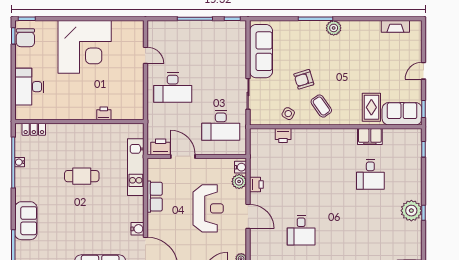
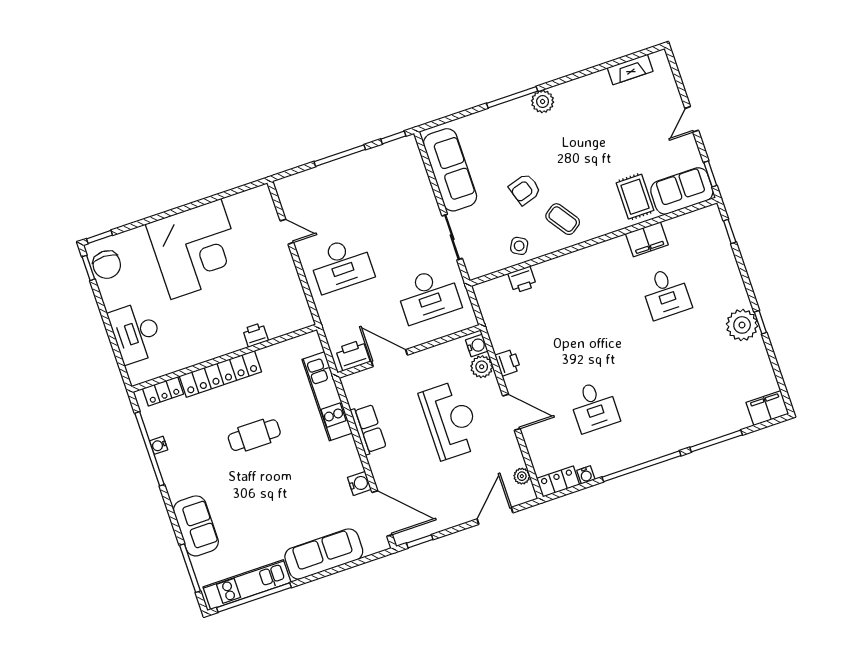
locker: (74, 130) -> (220, 374), added

